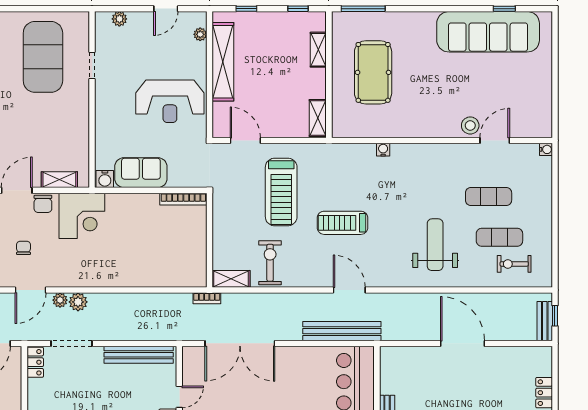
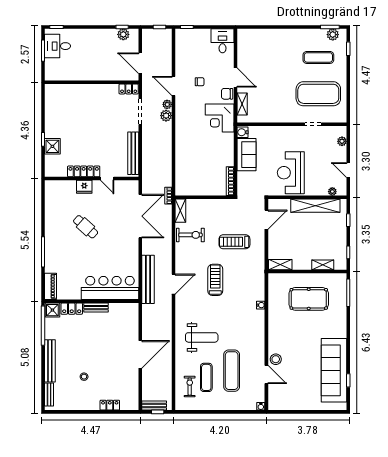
treadmill: (281, 192) -> (234, 242), width x0.73, depth x0.73
exercise mat: (489, 197) -> (232, 371), width x1.36, depth x1.45
double door: (240, 343) -> (140, 216), swing flipped

